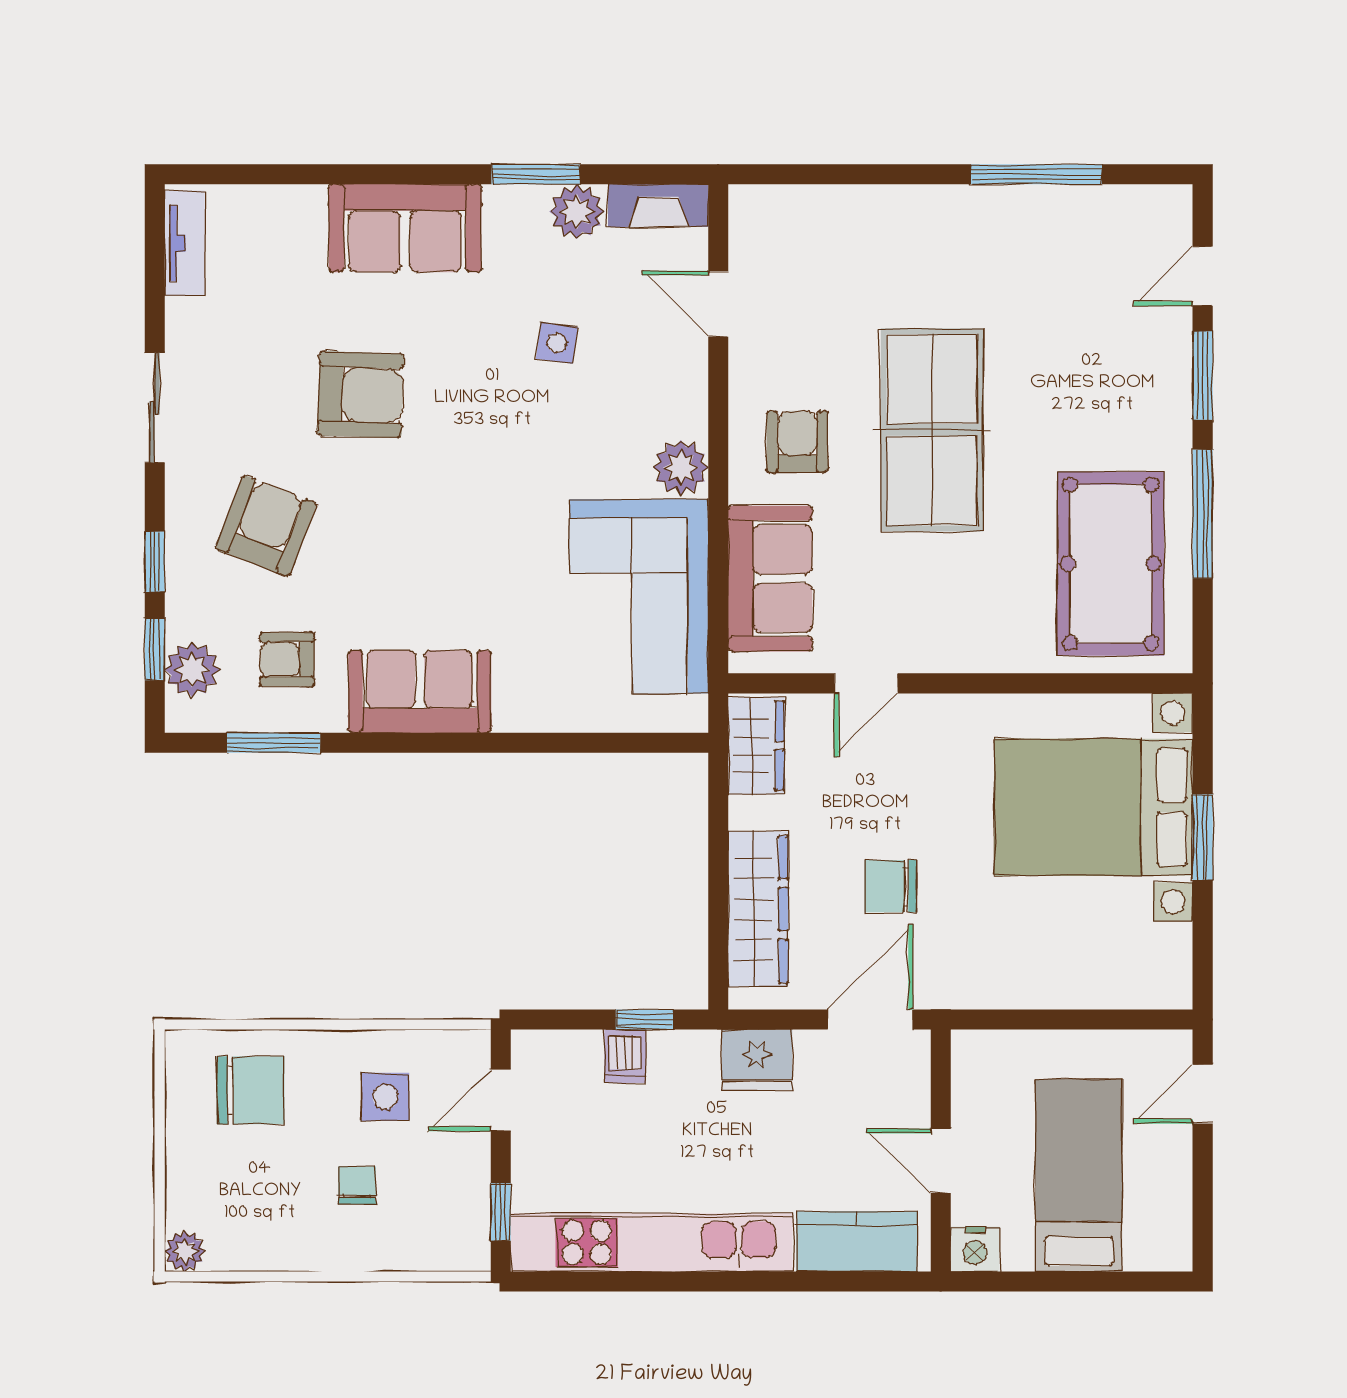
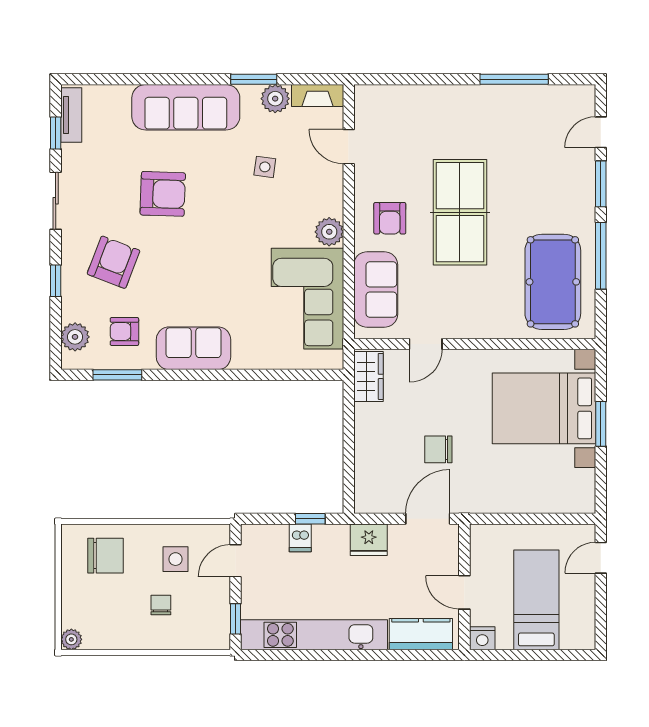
sofa: (405, 228) -> (186, 107), width x1.36
armchair: (797, 442) -> (390, 218), turned 180
window: (155, 649) -> (56, 133), moved
wardrobe: (758, 909) -> (369, 461), removed

